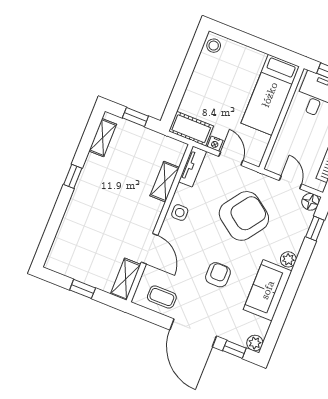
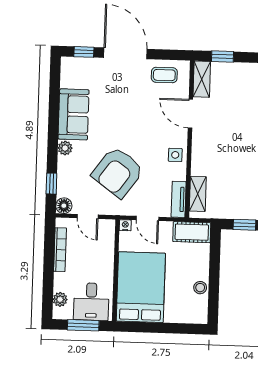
stool: (214, 46) -> (200, 288), moved
bed: (270, 95) -> (141, 287), width x1.50
nightstand: (215, 144) -> (125, 225), moved
shelving: (165, 182) -> (198, 194), moved
armchair: (218, 275) -> (122, 112), removed
window: (83, 289) -> (223, 57), moved
plant: (255, 343) -> (68, 64), removed

